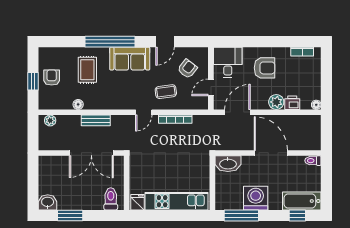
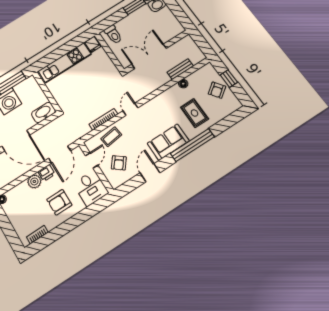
armchair: (52, 78) -> (217, 90), turned 54
coffee table: (166, 92) -> (111, 137), moved
printer: (292, 103) -> (46, 173), moved
bench: (96, 120) -> (180, 69), moved
plant: (50, 121) -> (196, 59), removed

